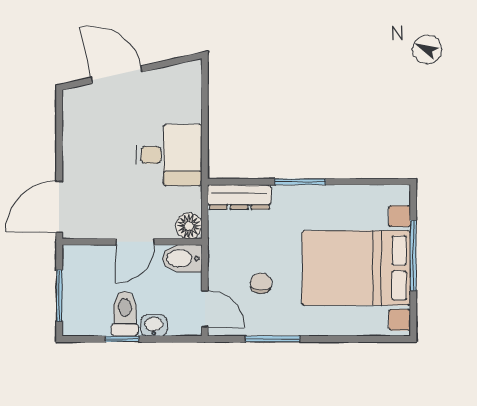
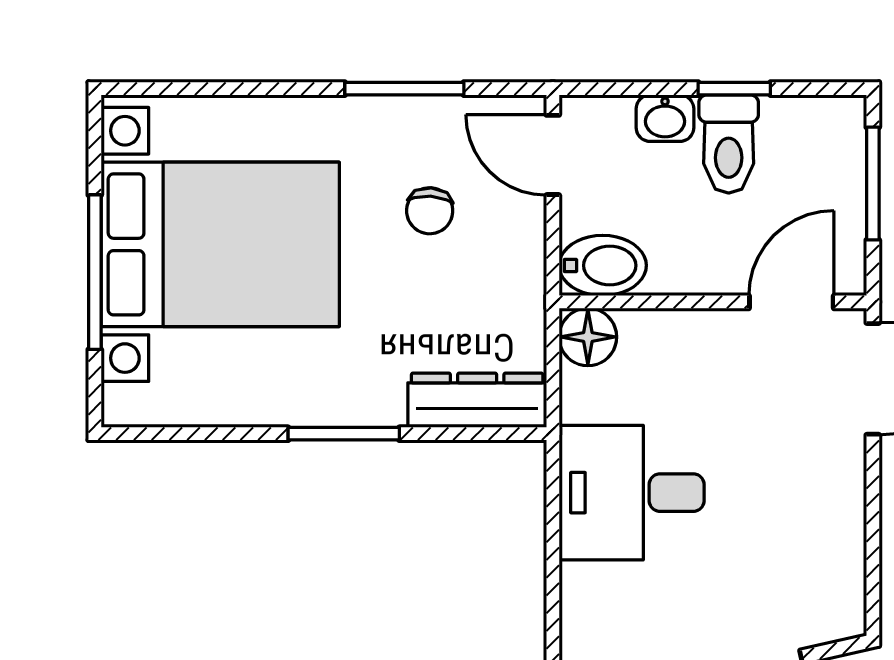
door: (135, 242) -> (791, 302), moved

